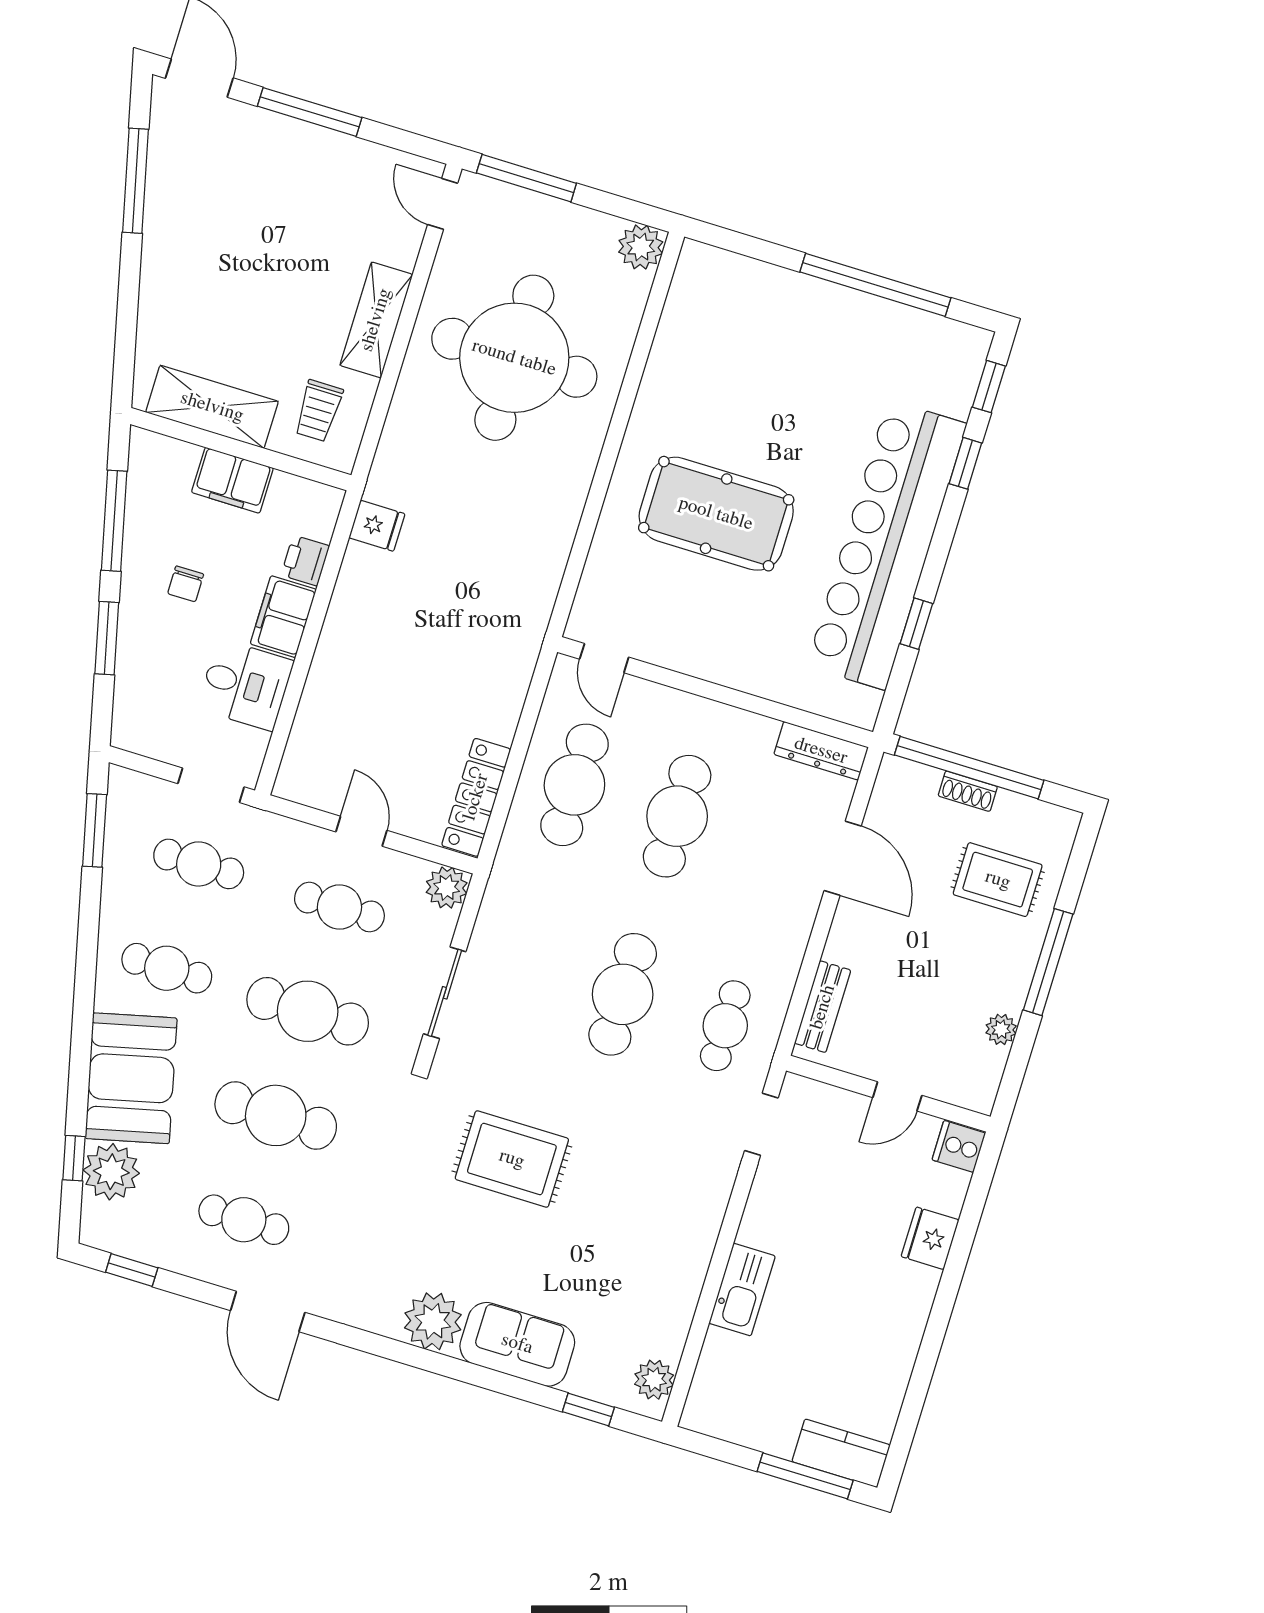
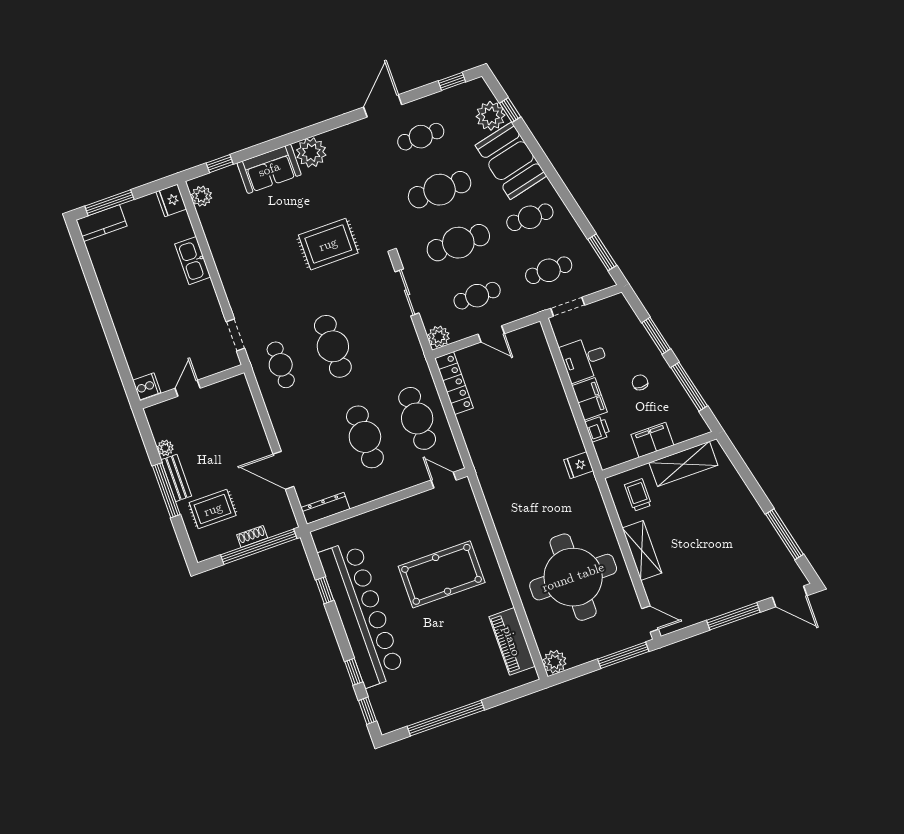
piano: (684, 328) -> (512, 641), added
bench: (823, 1007) -> (176, 478), moved
fridge: (930, 1238) -> (171, 200), moved, turned 180
door: (268, 1312) -> (383, 106), hinge flipped

